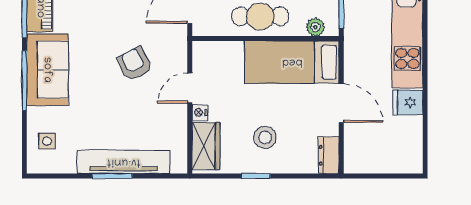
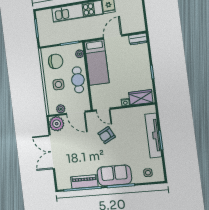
door: (190, 88) -> (103, 110), moved
stool: (265, 137) -> (133, 70), removed

